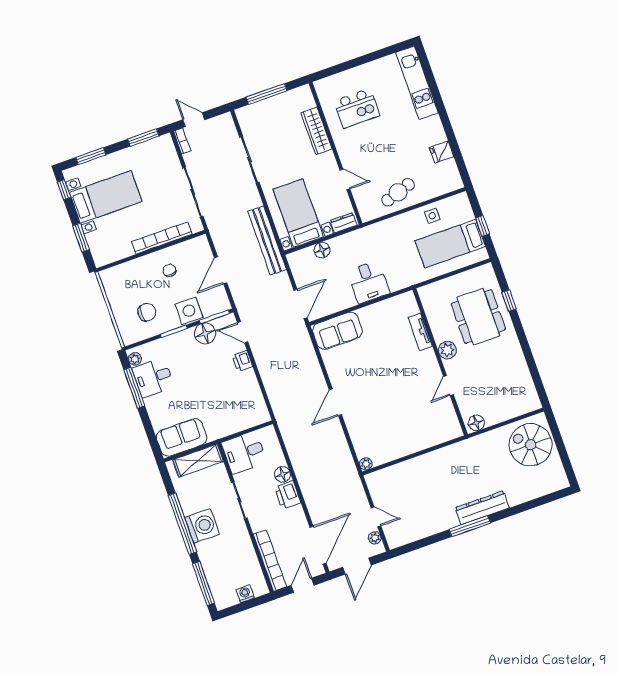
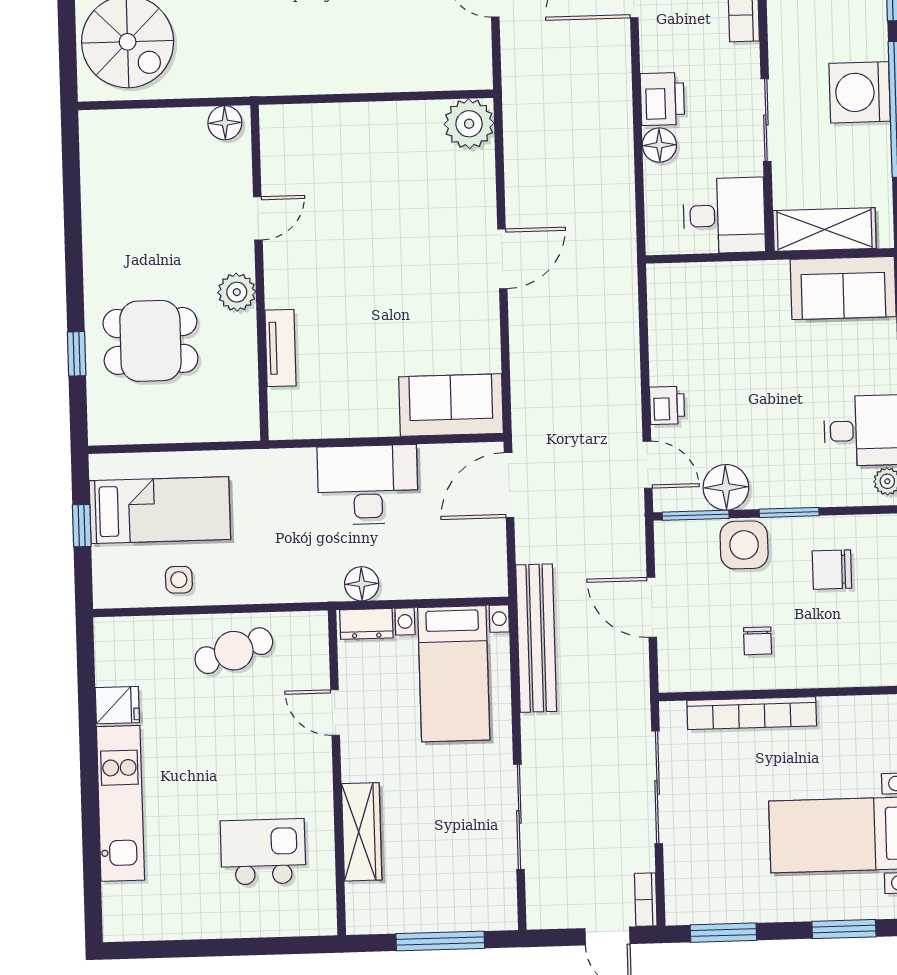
kitchen unit: (417, 83) -> (120, 803), moved
floor lamp: (322, 250) -> (362, 584), moved
door: (221, 270) -> (652, 607), swing flipped
desk: (369, 282) -> (368, 485), width x1.37
dining table: (478, 317) -> (150, 341), width x0.73
plant: (366, 464) -> (469, 124), width x1.88, depth x1.88

